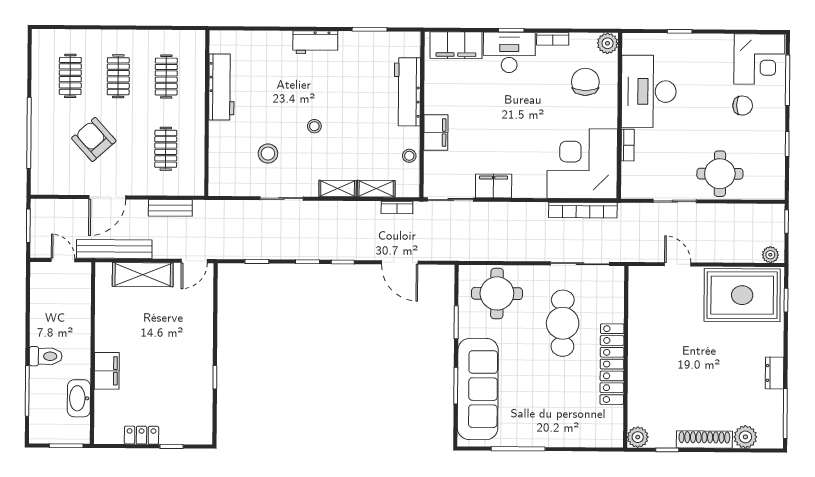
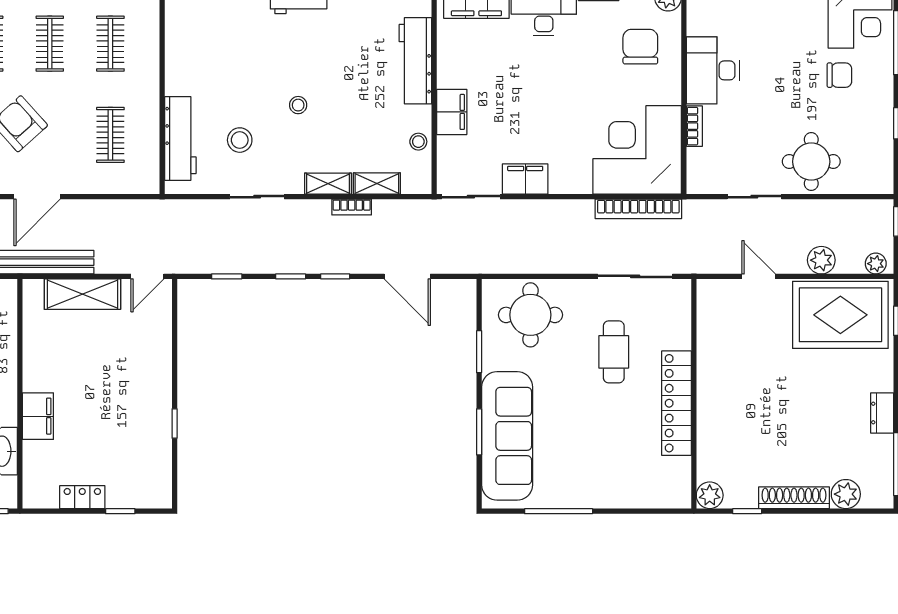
workbench: (221, 87) -> (180, 138), moved
desk: (649, 91) -> (713, 70), width x0.73, depth x0.77
bookcase: (397, 207) -> (352, 207), moved
bench: (170, 208) -> (117, 210), removed
plant: (727, 252) -> (821, 260), added
cafe table: (563, 323) -> (614, 352), width x0.73, depth x0.74

